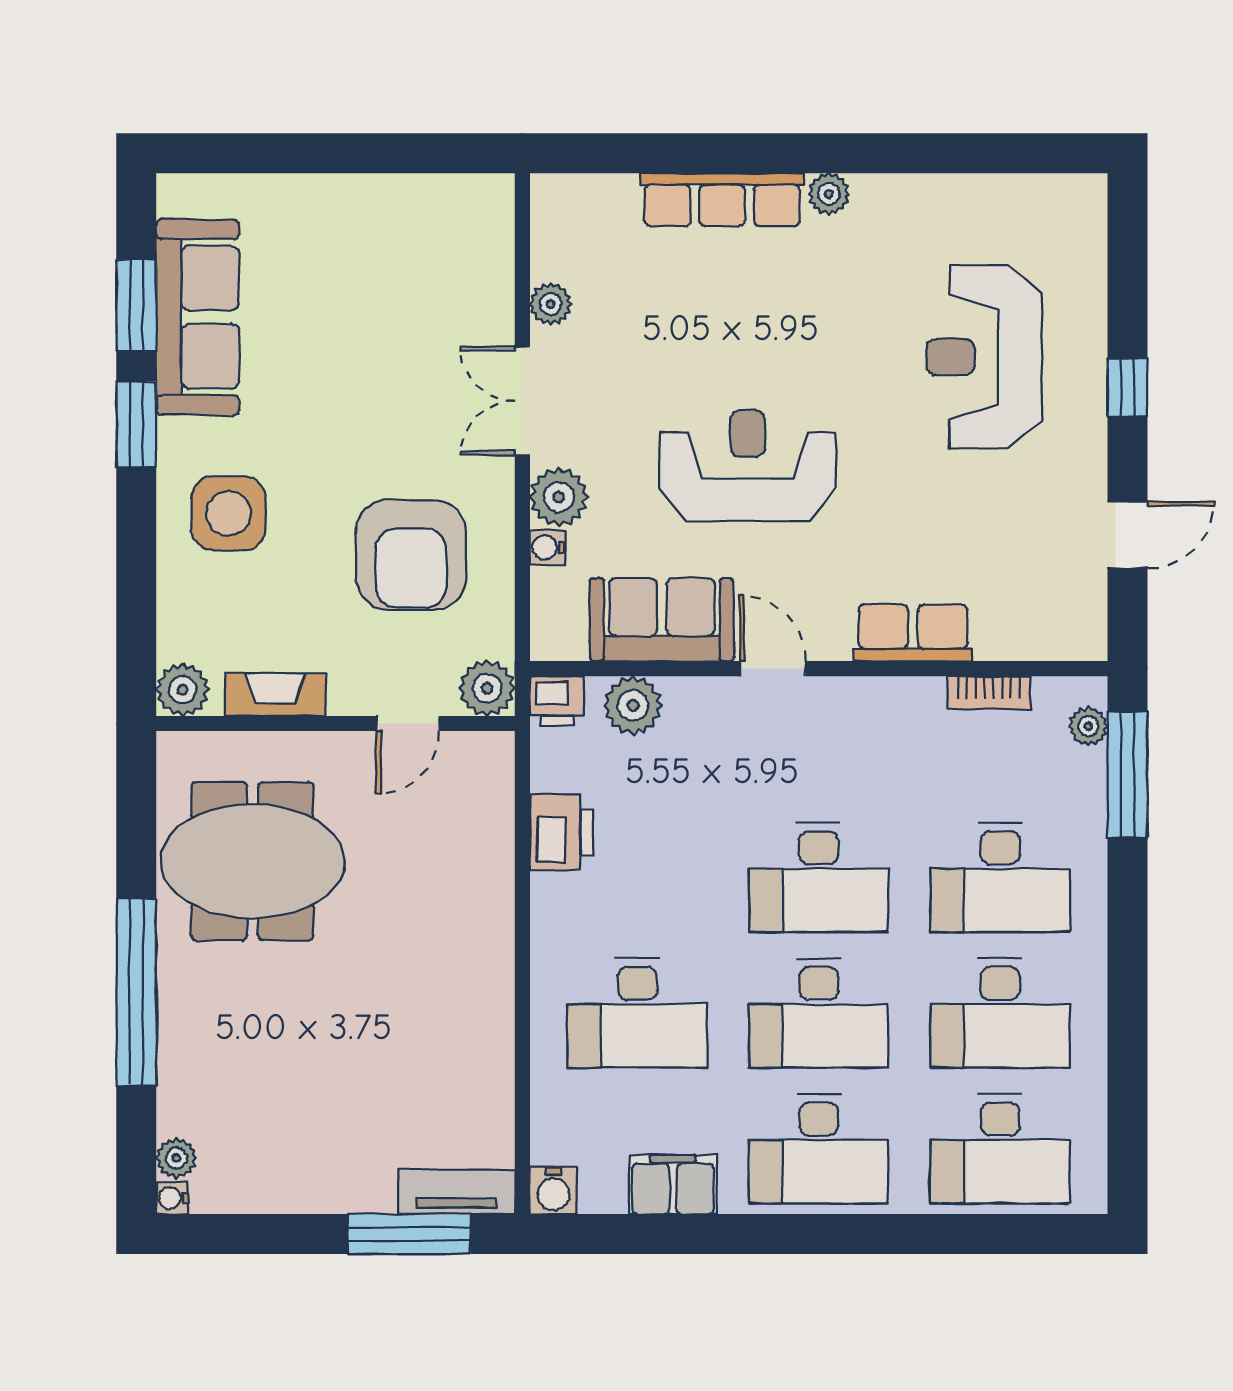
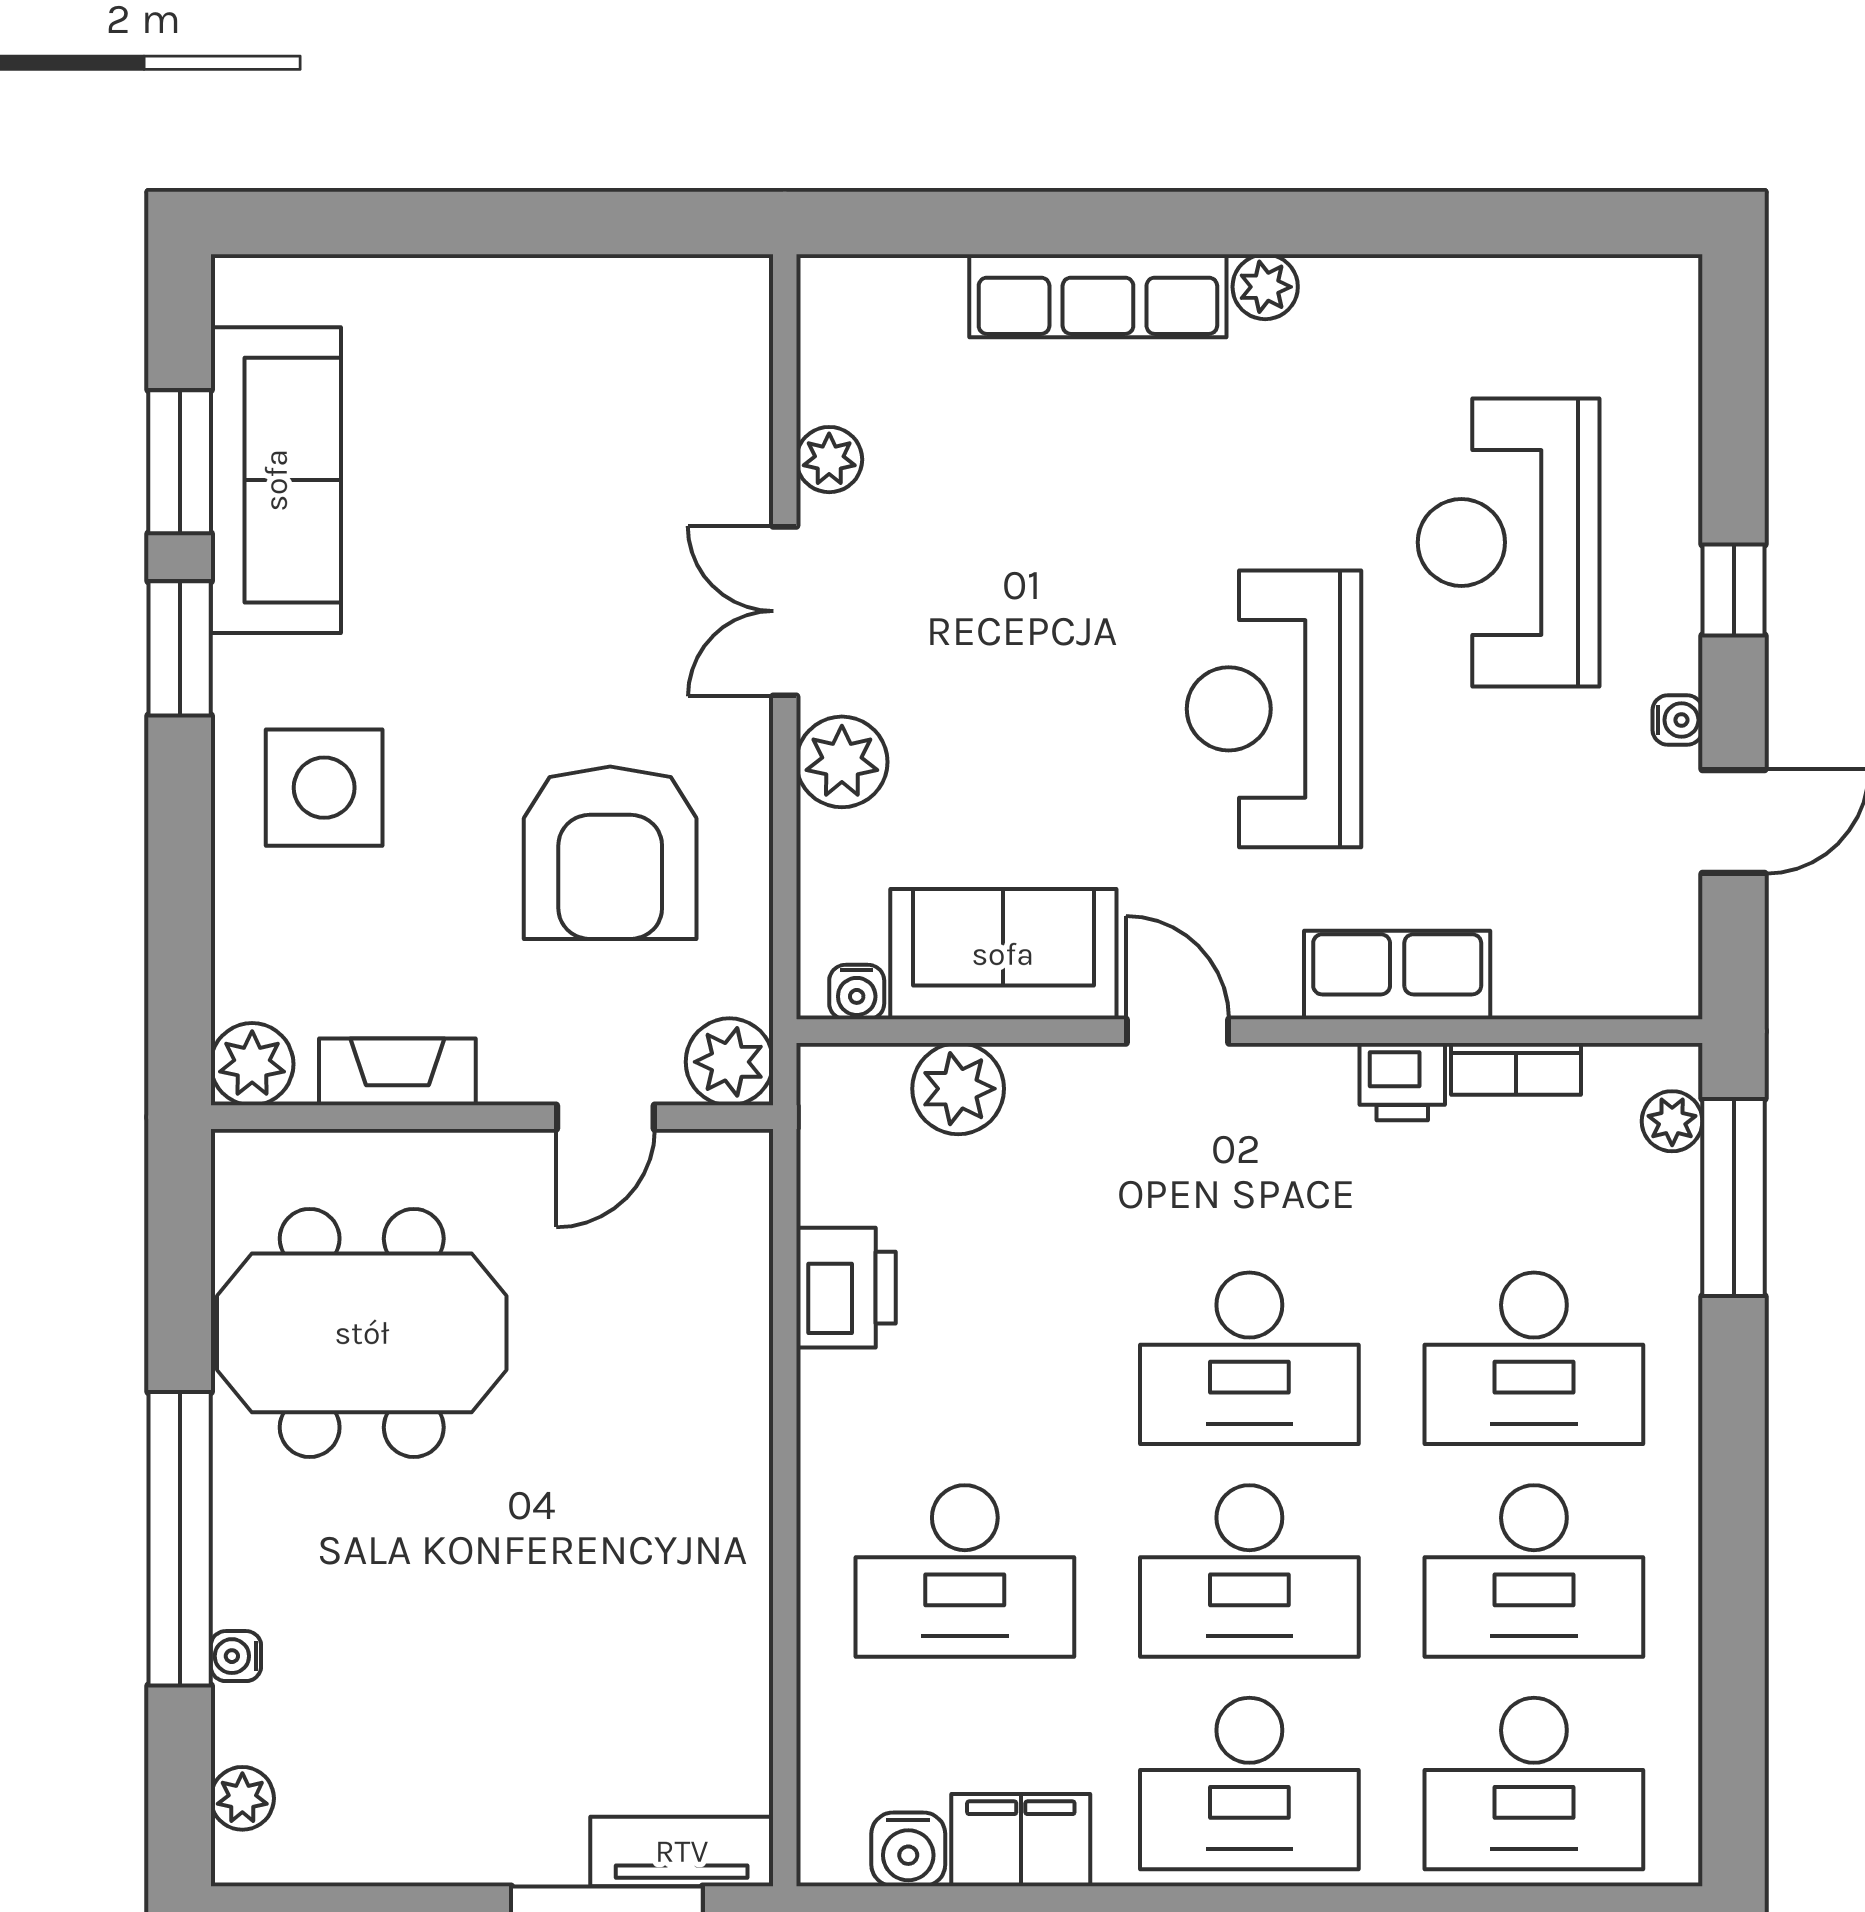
reception desk: (748, 466) -> (1274, 709), moved, turned -90
water cooler: (1092, 470) -> (1677, 720), added
water cooler: (547, 547) -> (857, 992), moved, turned -90
printer: (557, 701) -> (1402, 1082), moved
water cooler: (553, 1191) -> (908, 1849), moved
water cooler: (172, 1198) -> (236, 1656), moved

